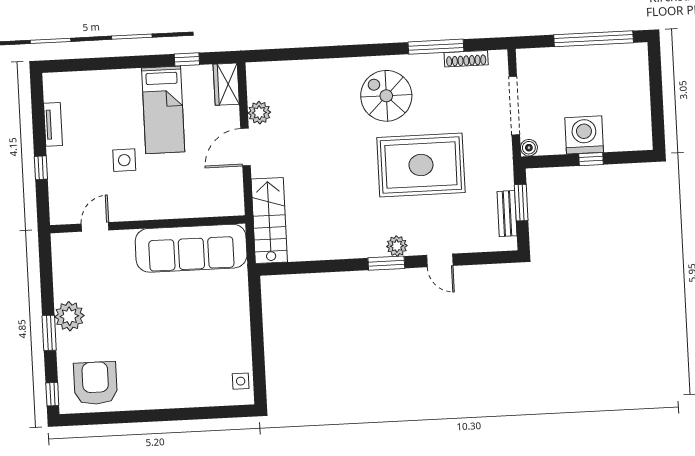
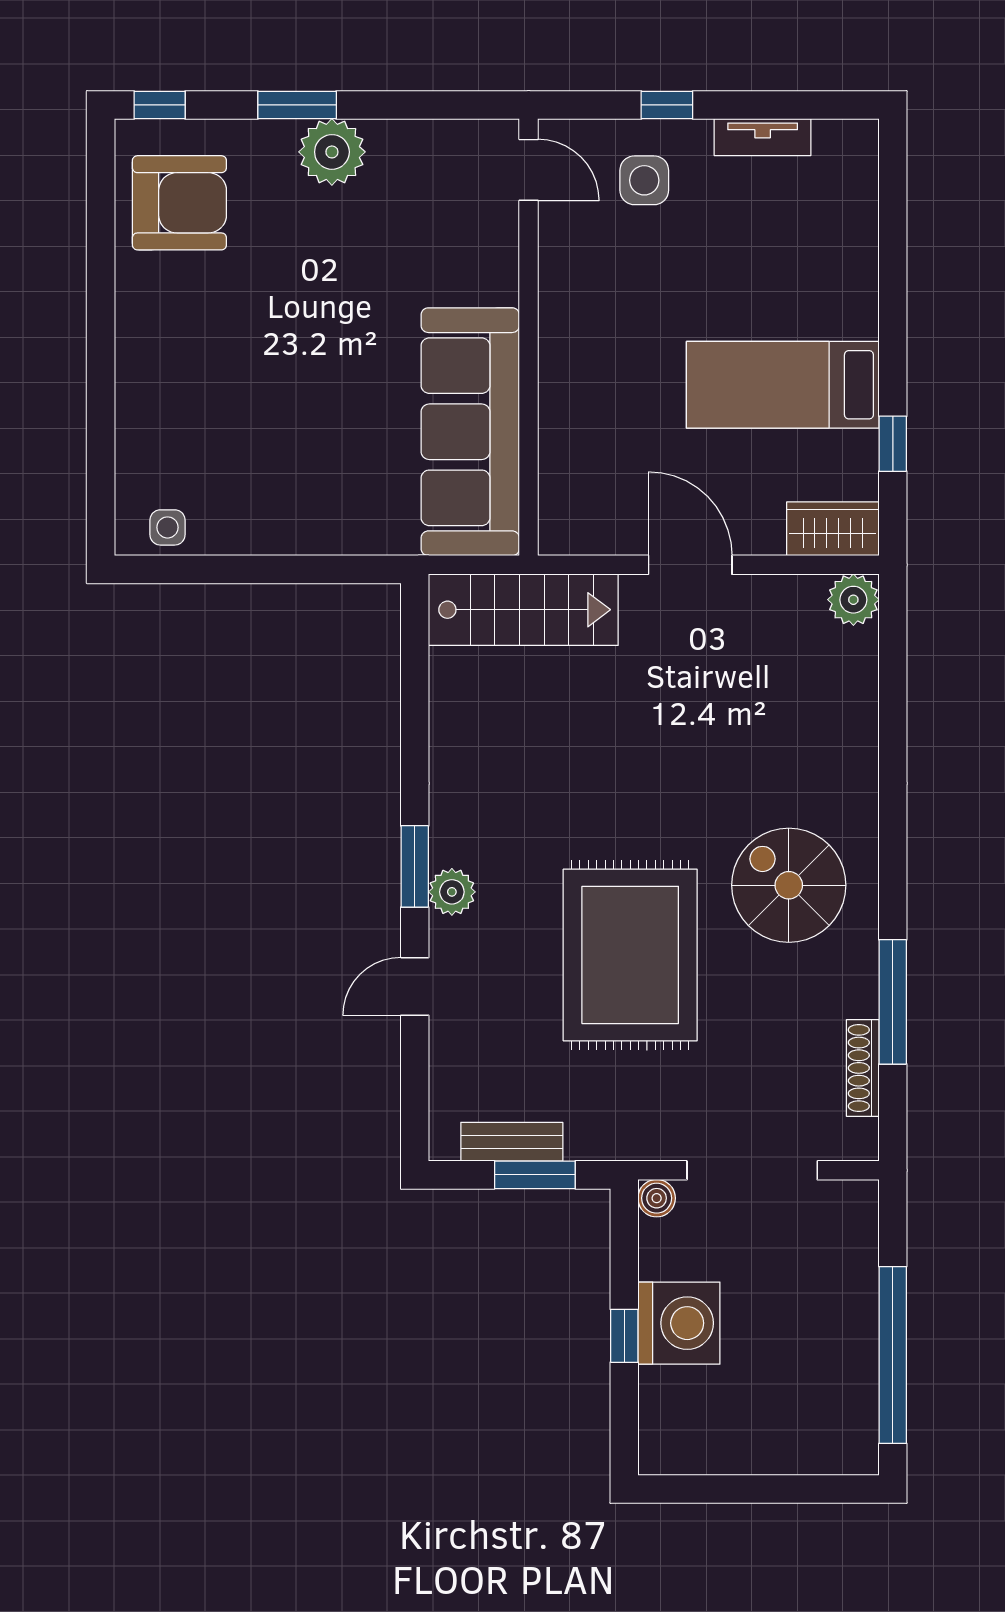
spiral stairs: (386, 96) -> (789, 885), turned -90
plant: (259, 113) -> (853, 600), moved
side table: (124, 160) -> (644, 180), moved
door: (95, 227) -> (529, 170), moved

